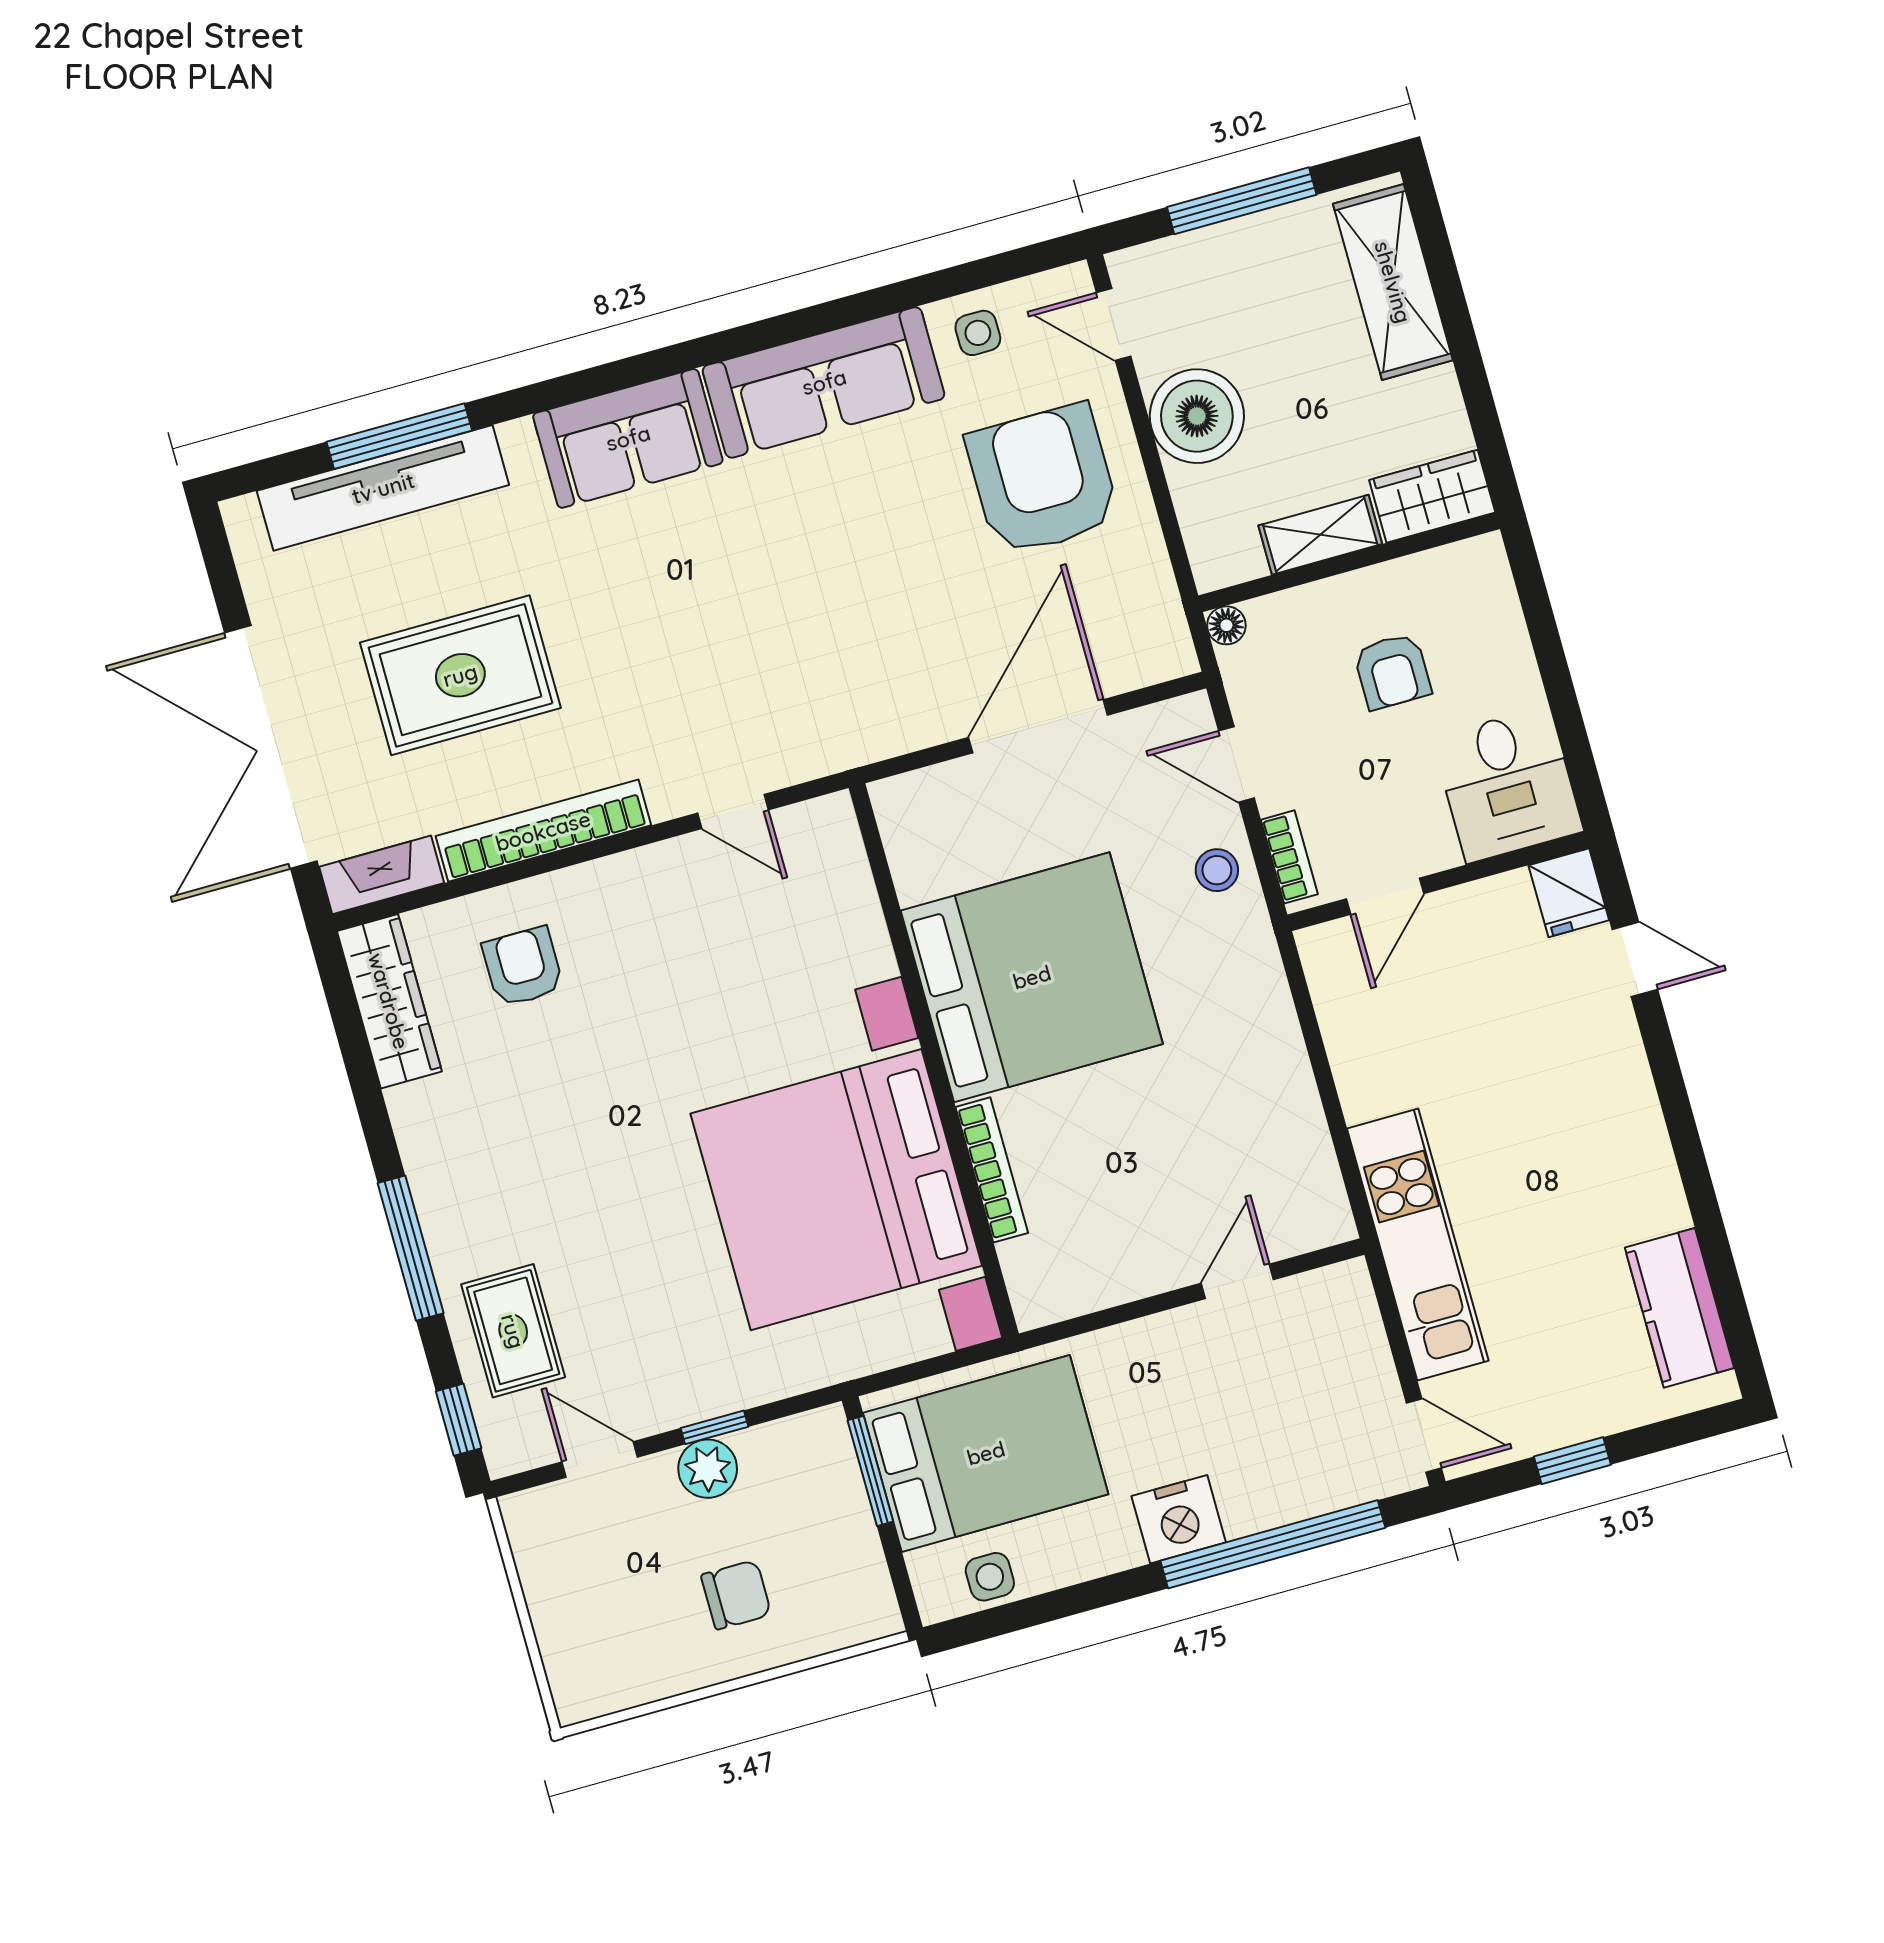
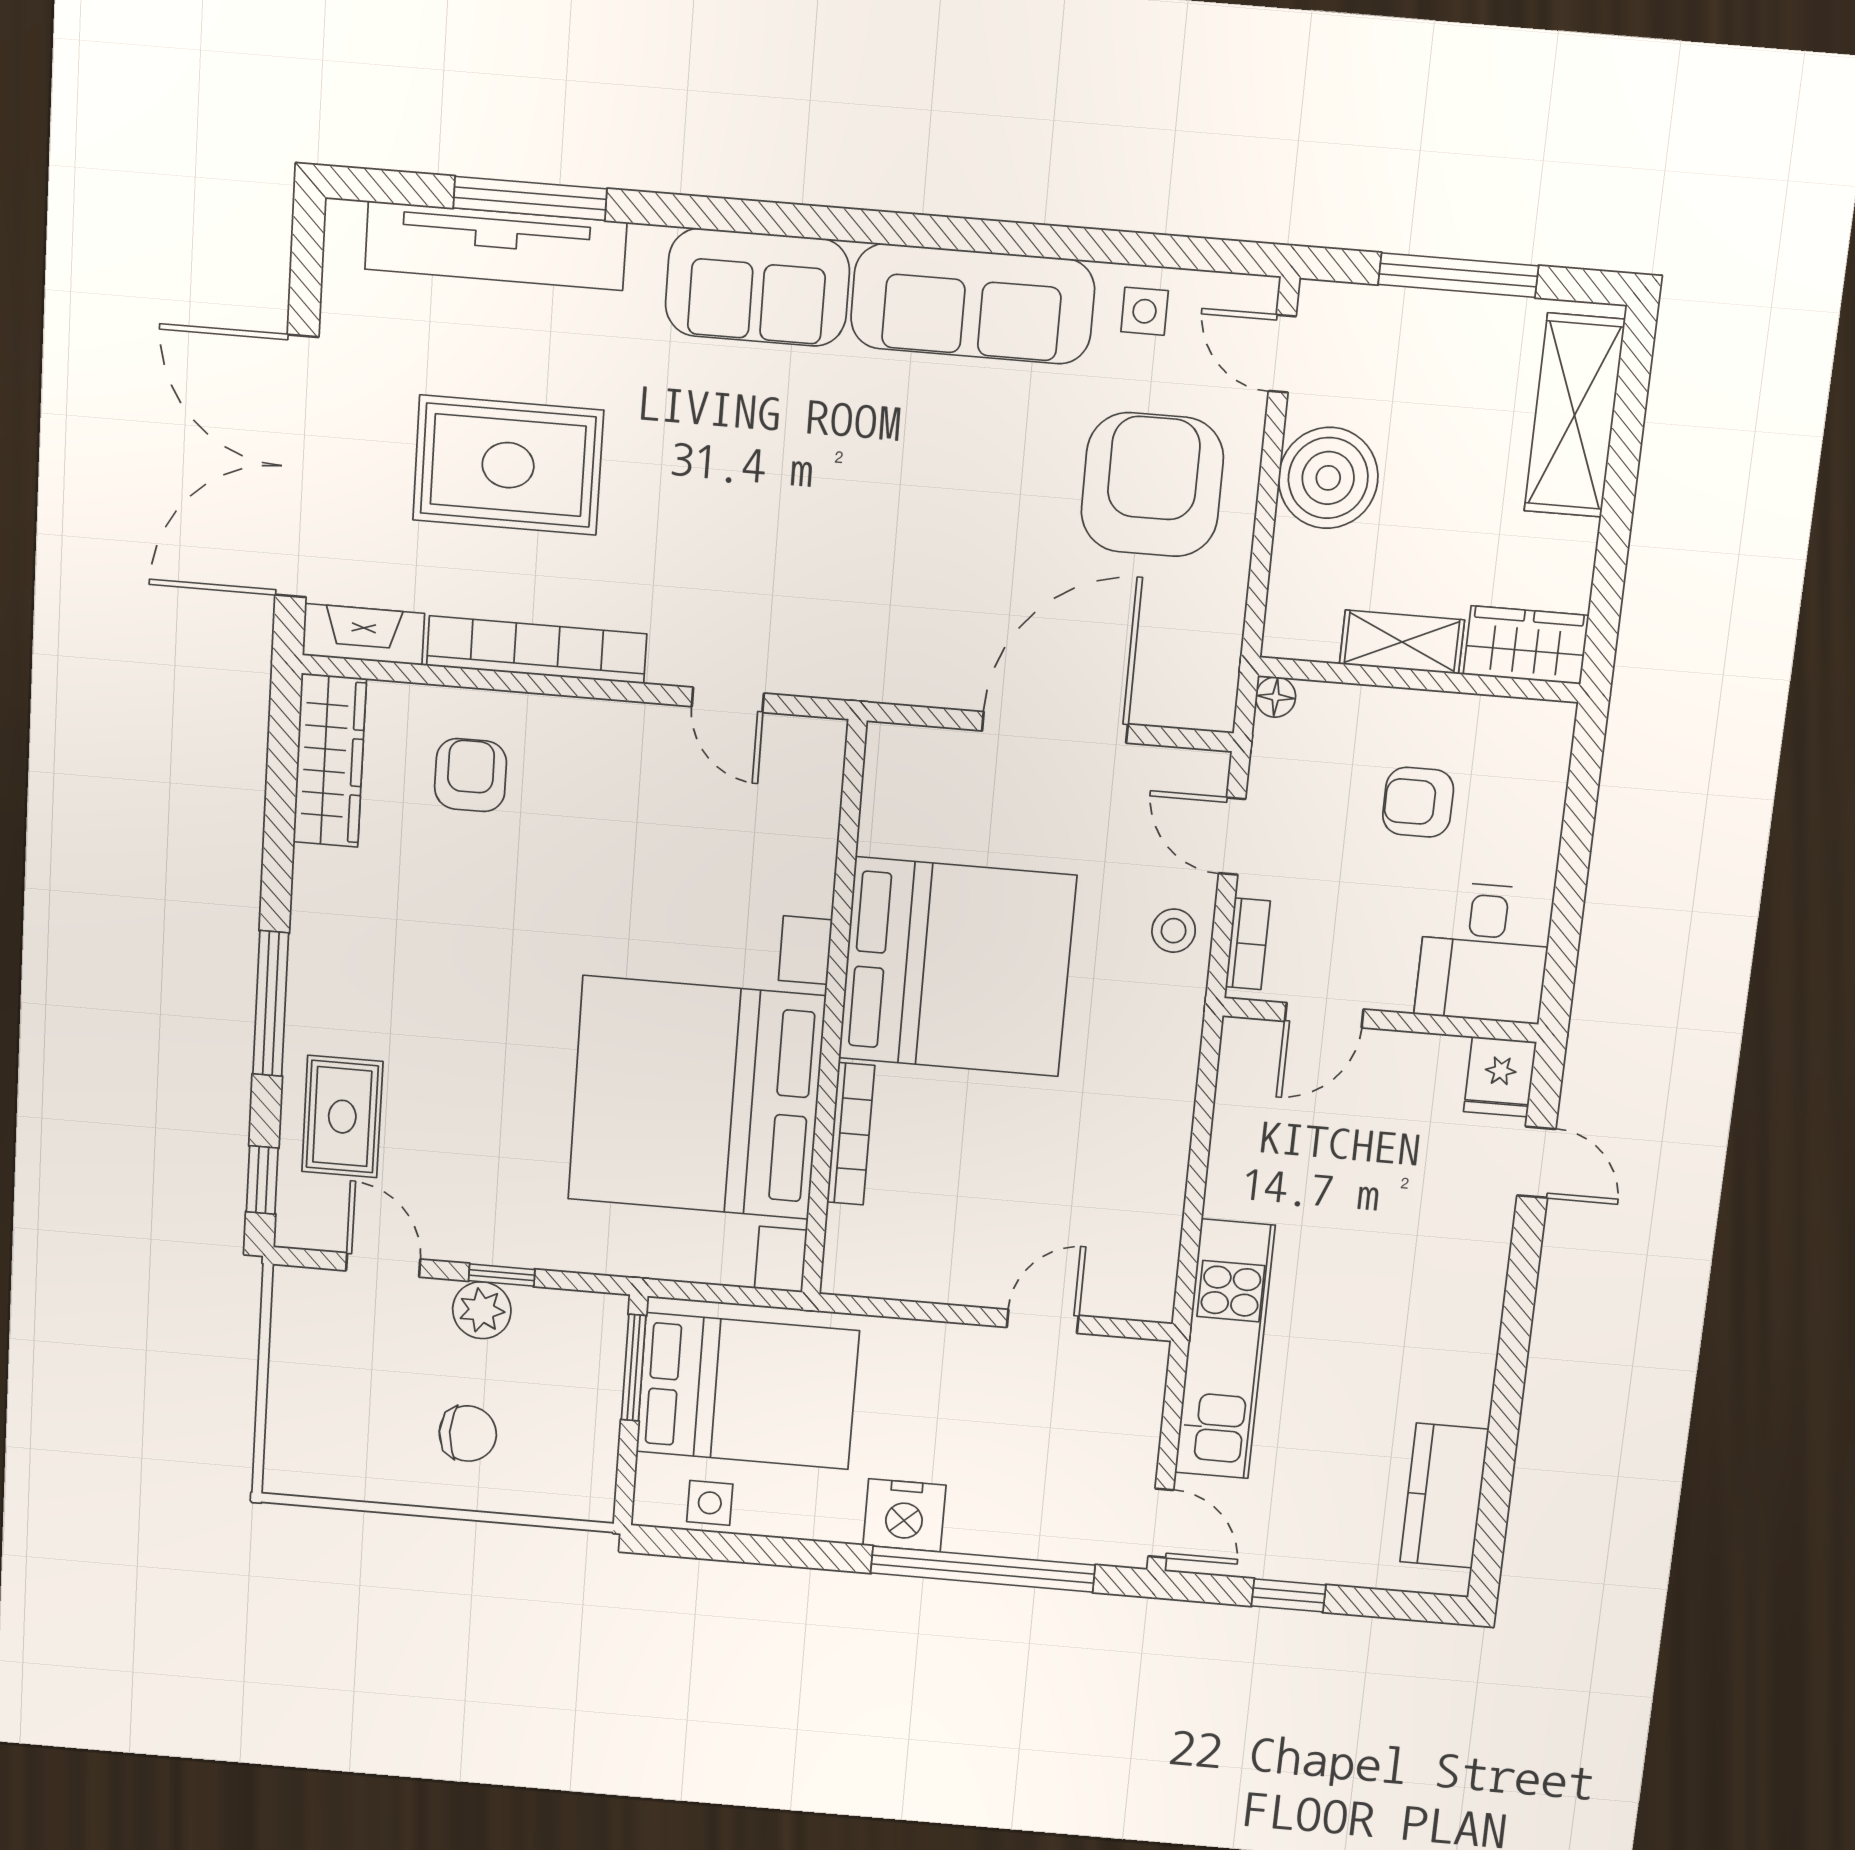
armchair: (1392, 671) -> (1418, 802), turned 90

